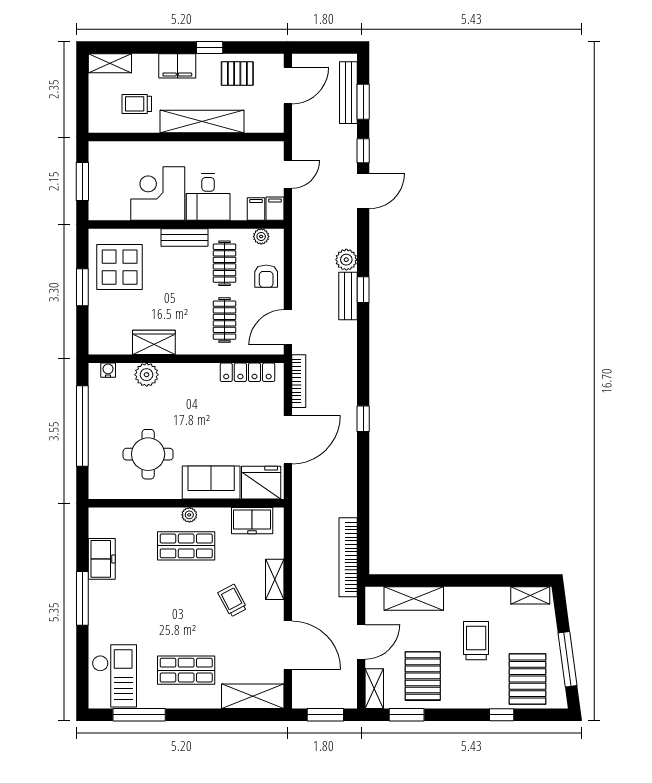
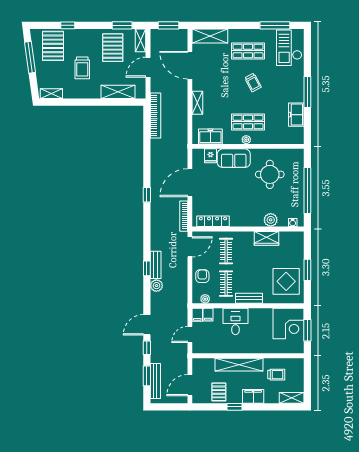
pallet: (237, 74) -> (219, 392), turned 90
corner desk: (158, 194) -> (288, 323), moved
fridge: (261, 483) -> (210, 156), width x0.53, depth x0.75
trolley: (232, 601) -> (253, 82), moved

